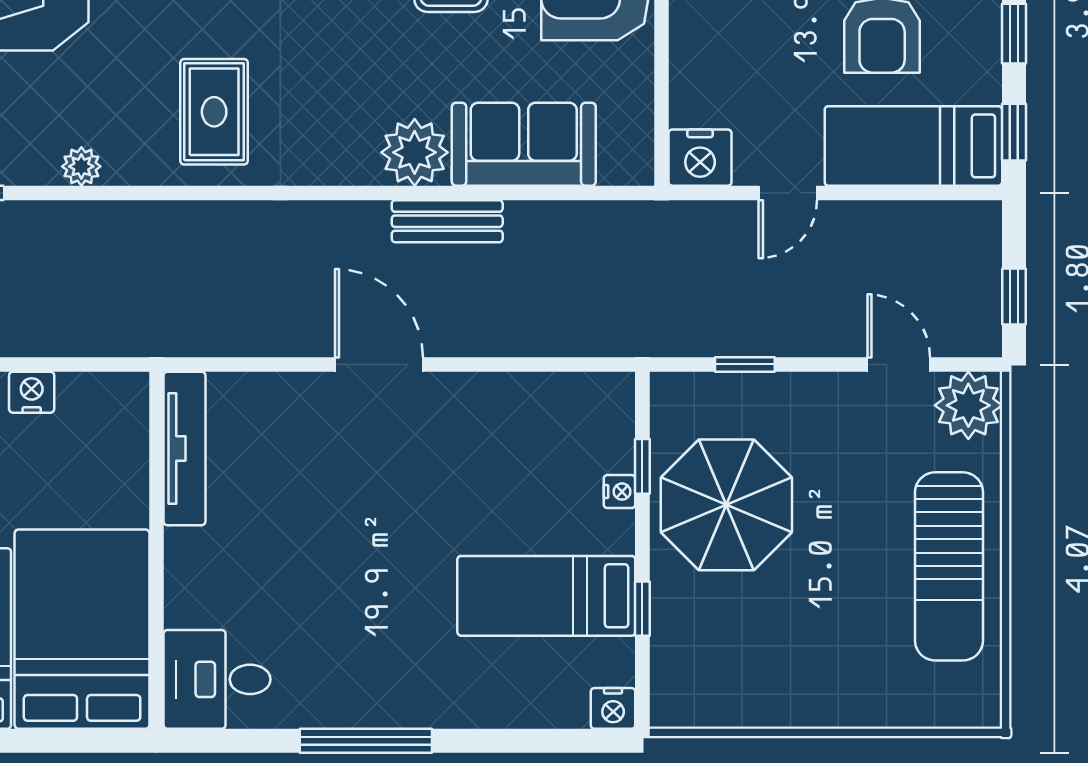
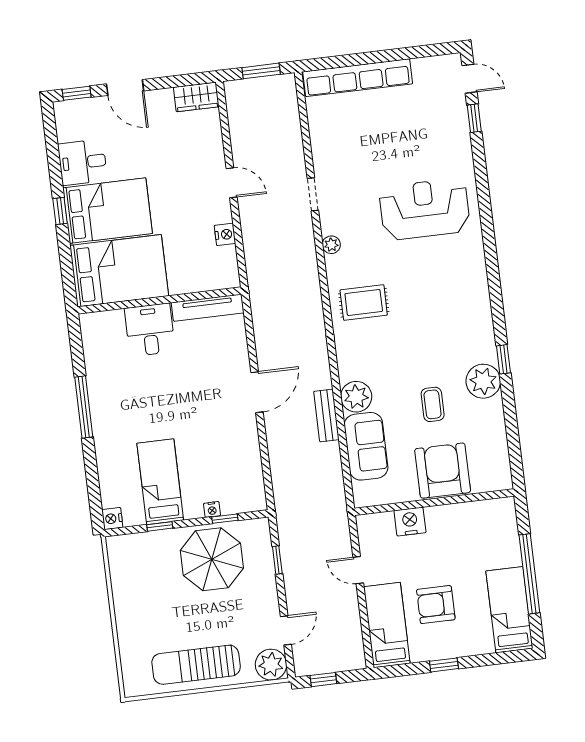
window: (1014, 132) -> (399, 670), removed
nightstand: (700, 158) -> (410, 521), moved, turned 90
desk: (217, 679) -> (150, 330), moved

